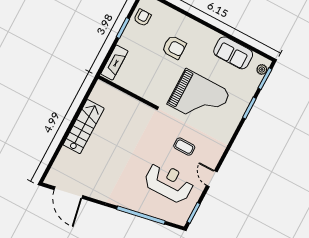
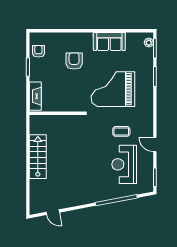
armchair: (174, 47) -> (74, 61), turned -90
sofa: (233, 53) -> (109, 41), moved
grand piano: (199, 98) -> (113, 89), turned 180
reception desk: (169, 182) -> (124, 164), turned -90
door: (68, 193) -> (53, 212), width x0.53

